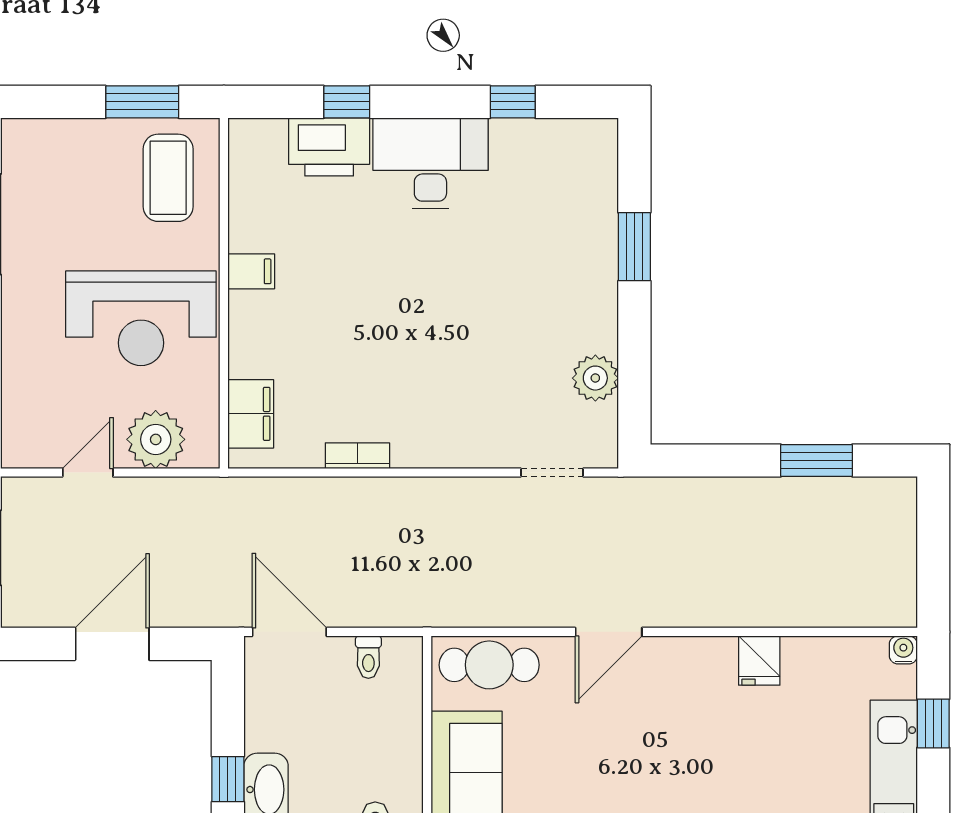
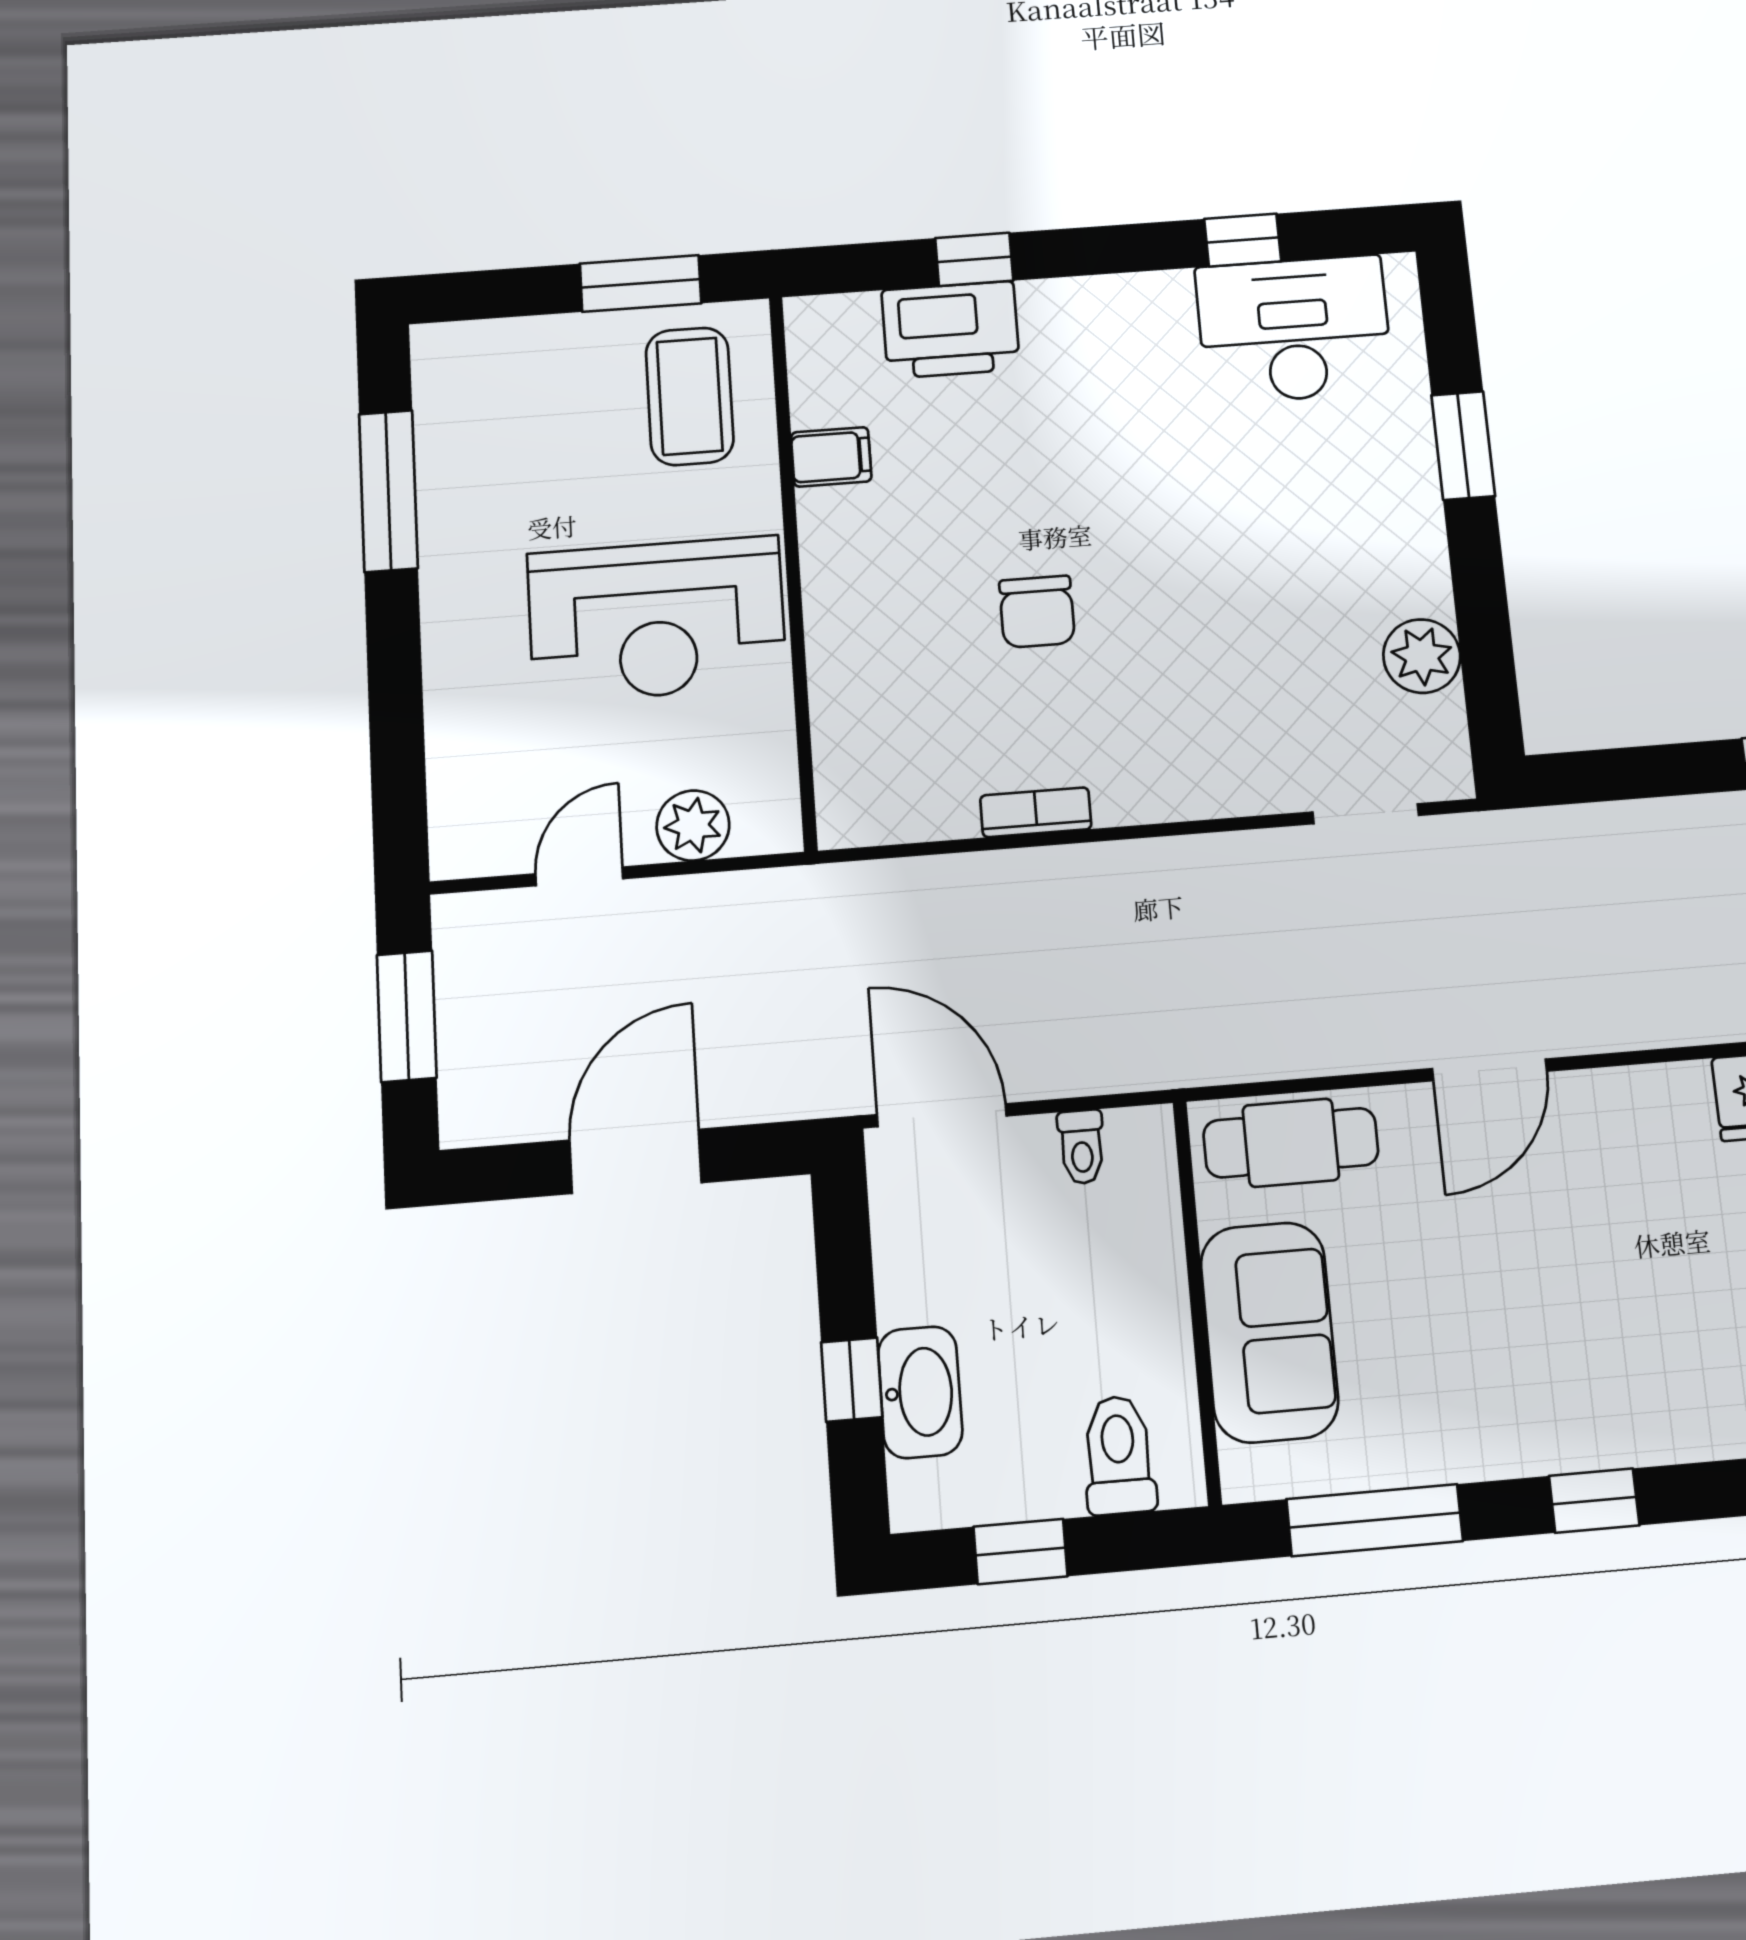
desk: (430, 163) -> (1294, 329), moved
filing cabinet: (251, 271) -> (831, 457), moved
chair: (368, 332) -> (1037, 612), added
filing cabinet: (251, 414) -> (851, 758), removed
plant: (156, 439) -> (693, 826), width x0.73, depth x0.73

